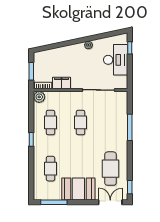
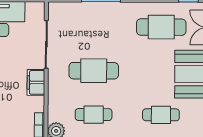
filing cabinet: (61, 83) -> (36, 82), moved
cafe table: (81, 122) -> (94, 71), width x1.37, depth x1.35

